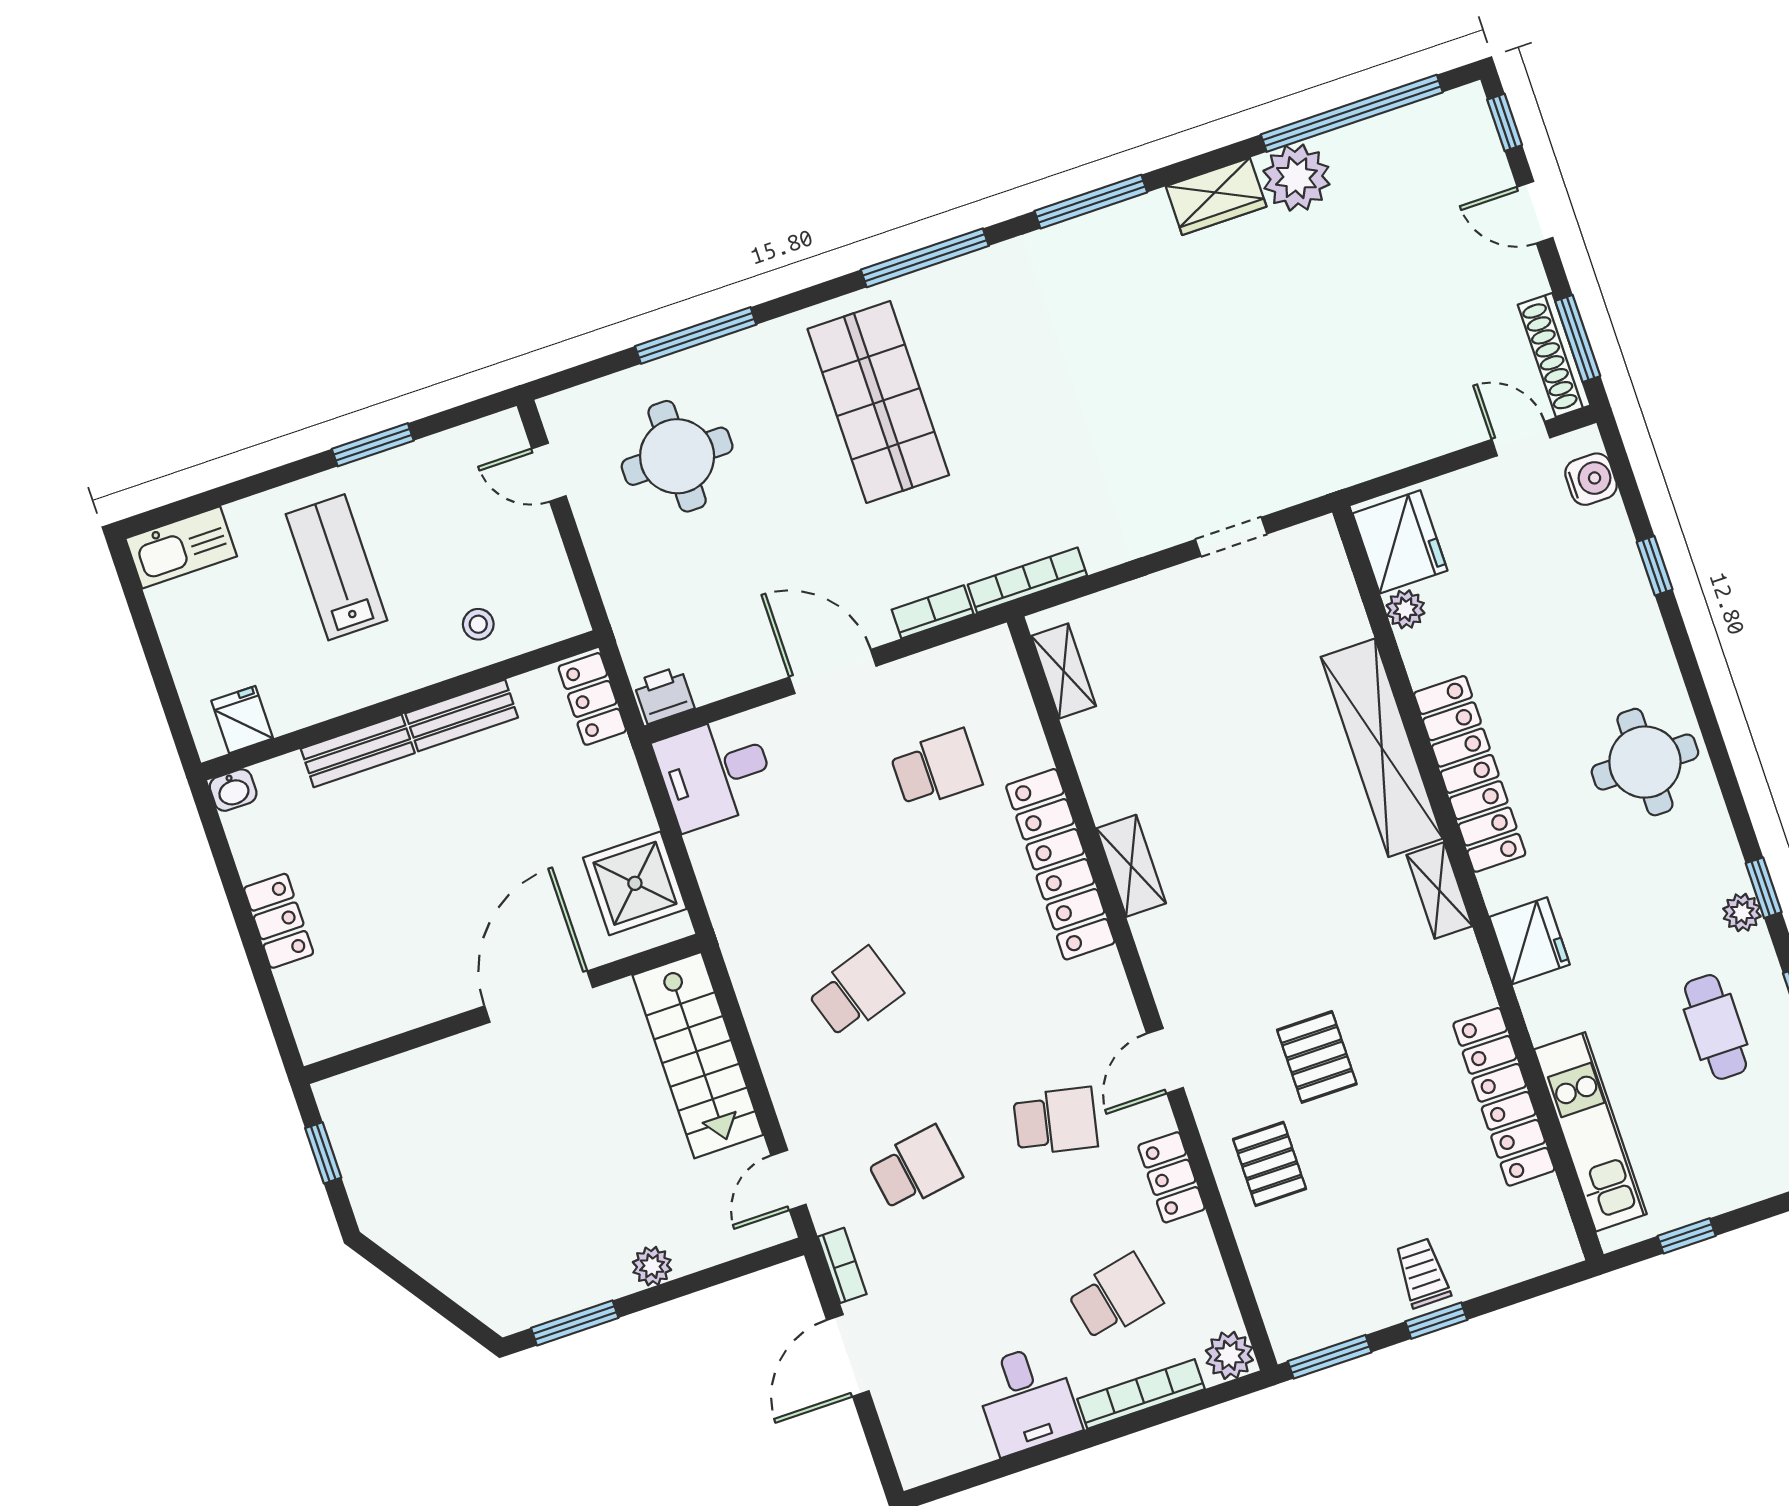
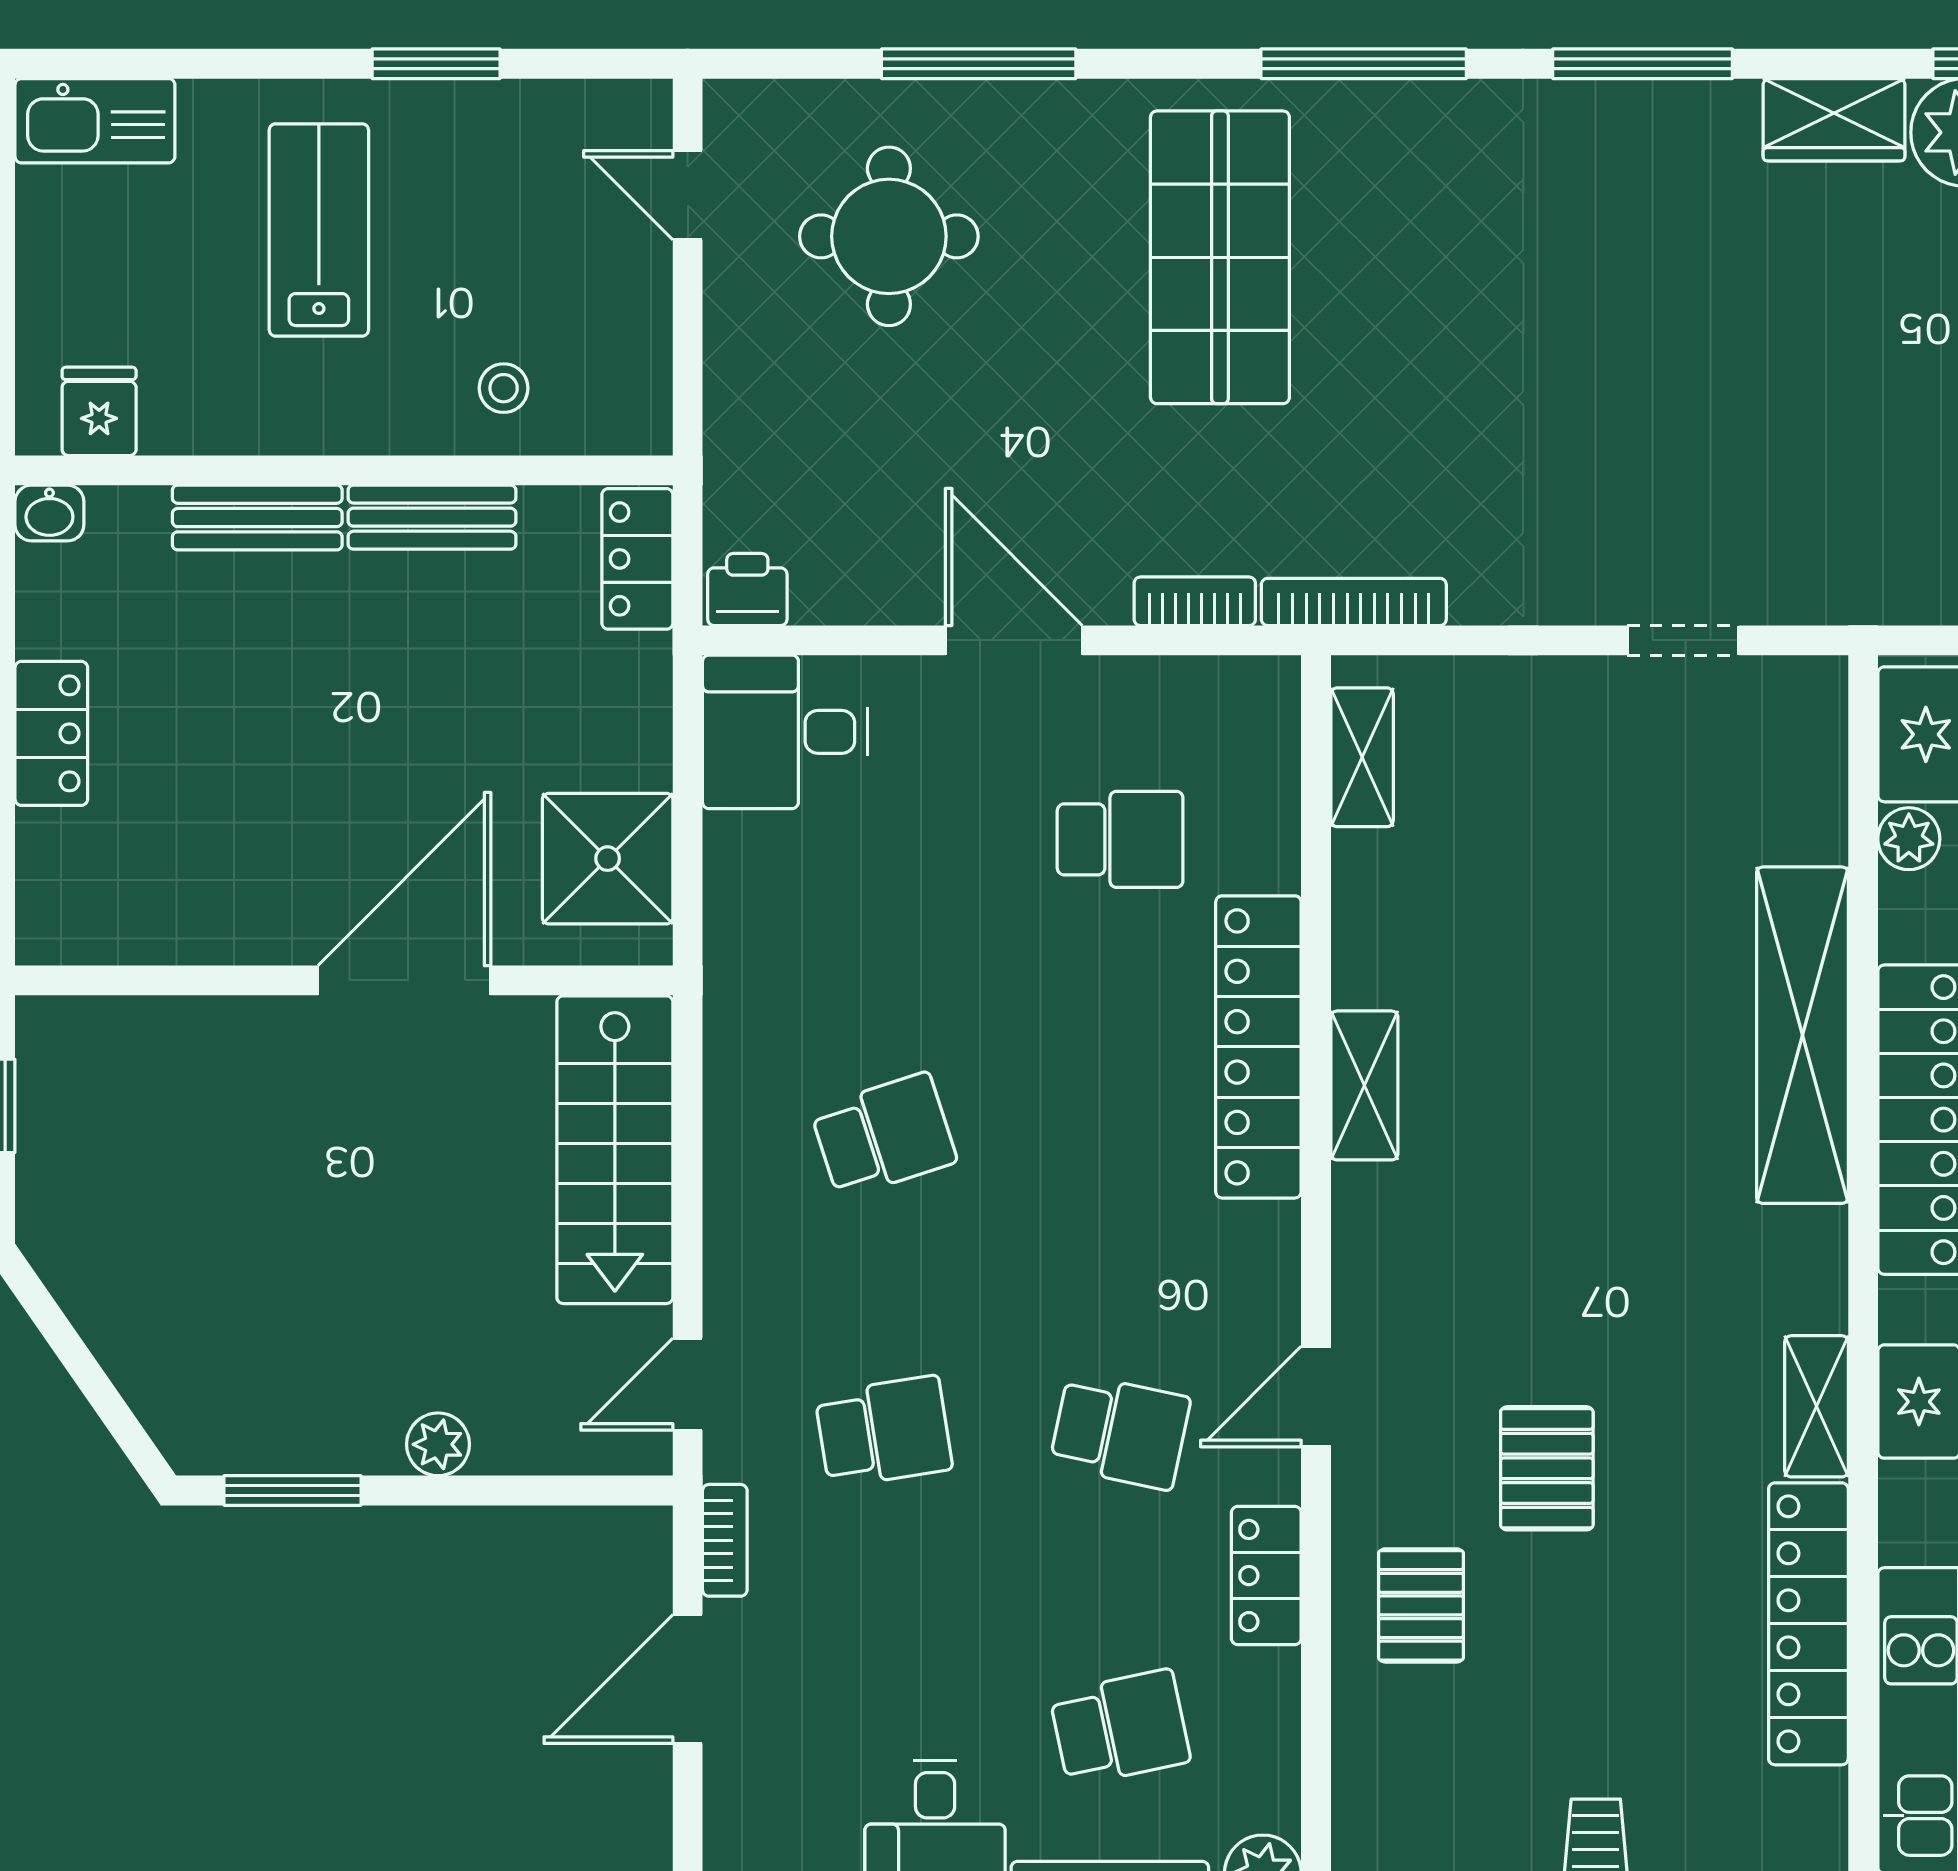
shelving: (1439, 891) -> (1817, 1406), moved

